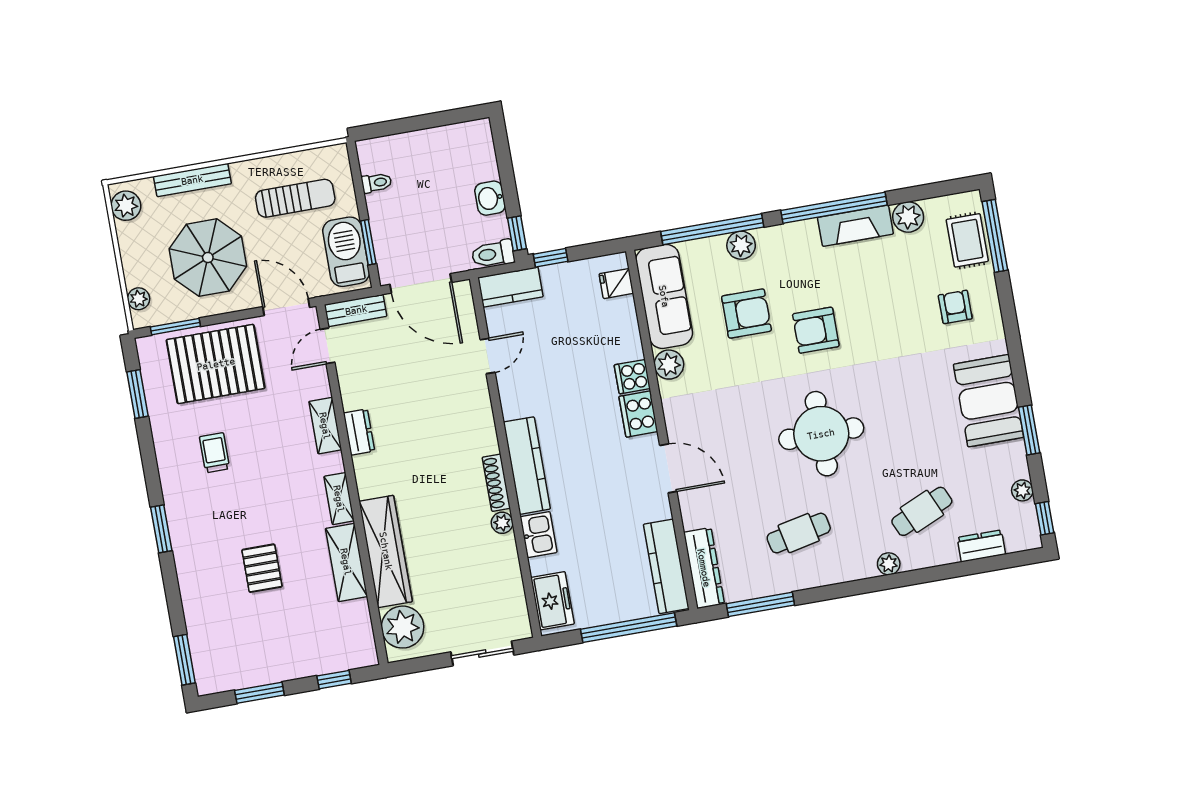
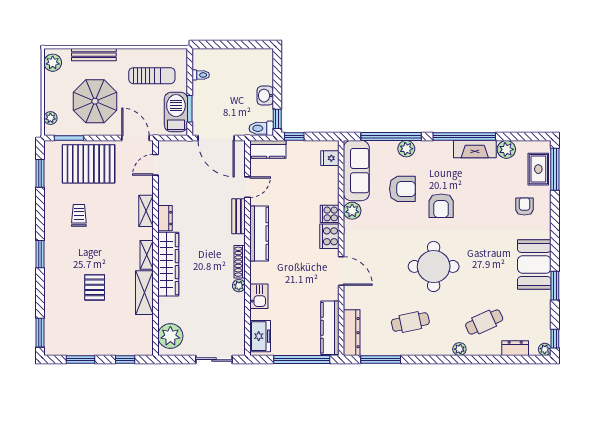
bench: (356, 310) -> (239, 216), moved, turned 90
armchair: (816, 330) -> (441, 206), turned -90
kitchen counter: (527, 466) -> (259, 234), moved
plant: (1022, 490) -> (545, 349), moved
wardrobe: (386, 551) -> (168, 264), moved

